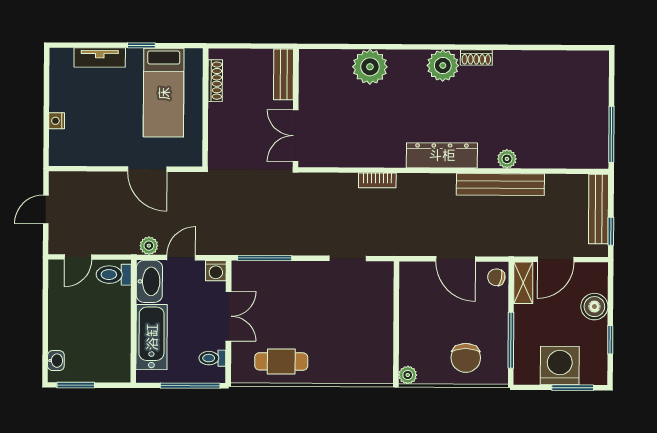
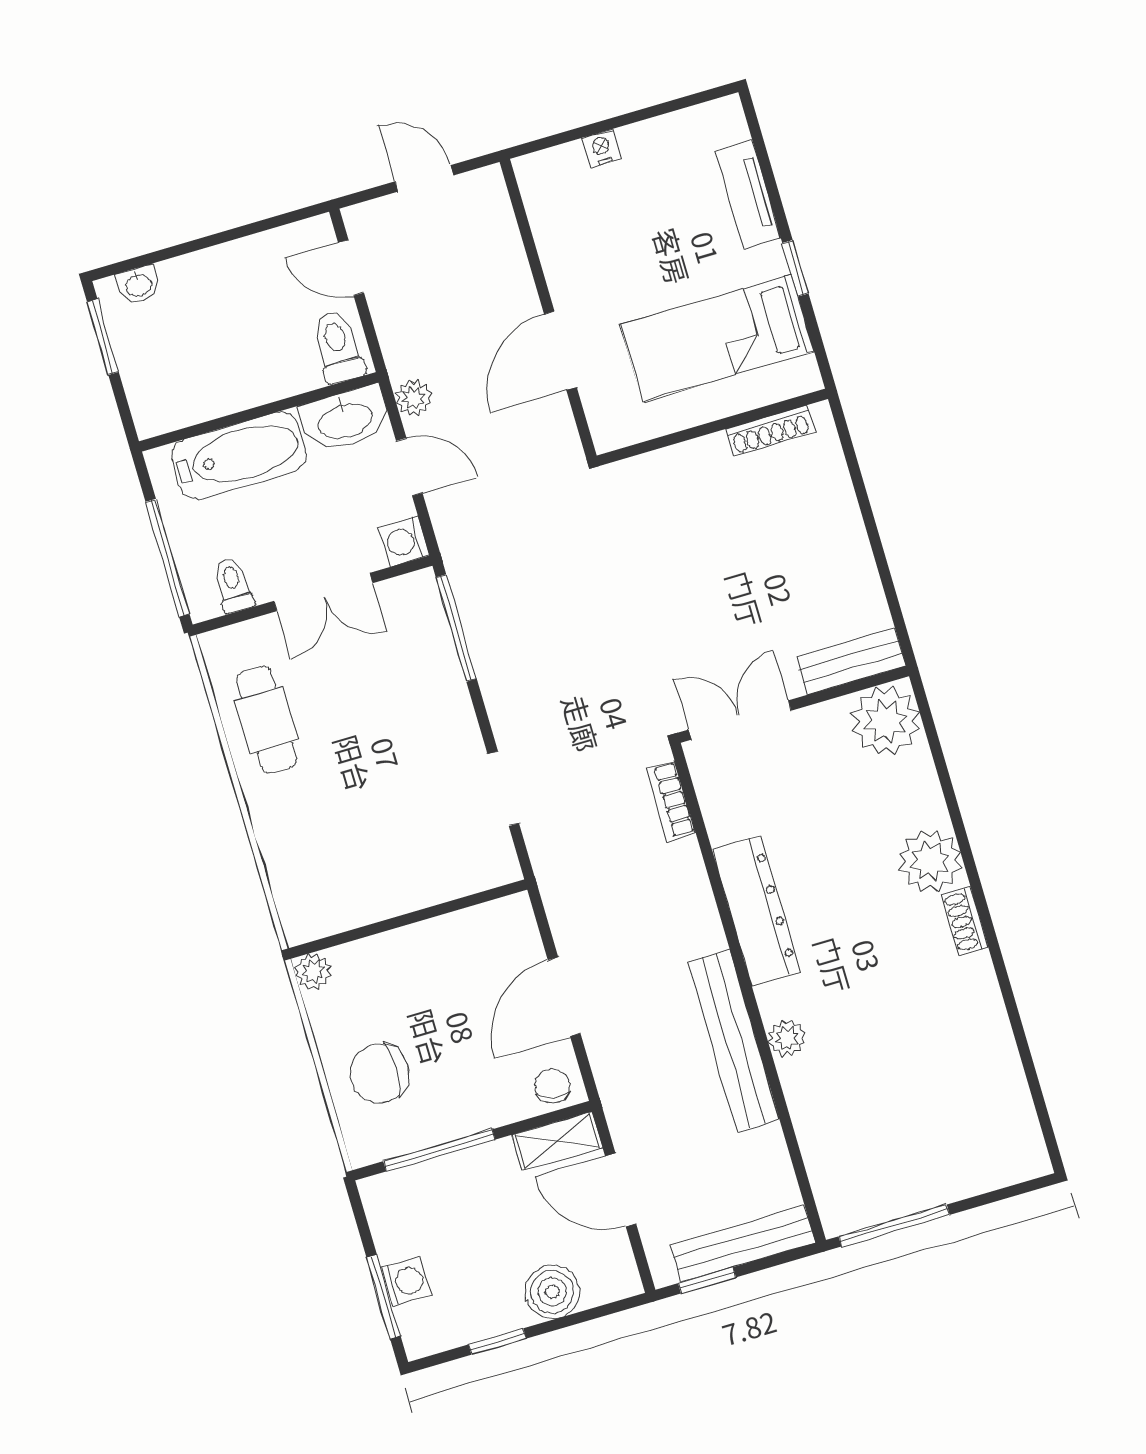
bench: (284, 74) -> (851, 661), moved
wall: (296, 108) -> (793, 704), moved
double door: (296, 136) -> (740, 720), moved
washing machine: (560, 366) -> (406, 1282), width x0.53, depth x0.53

